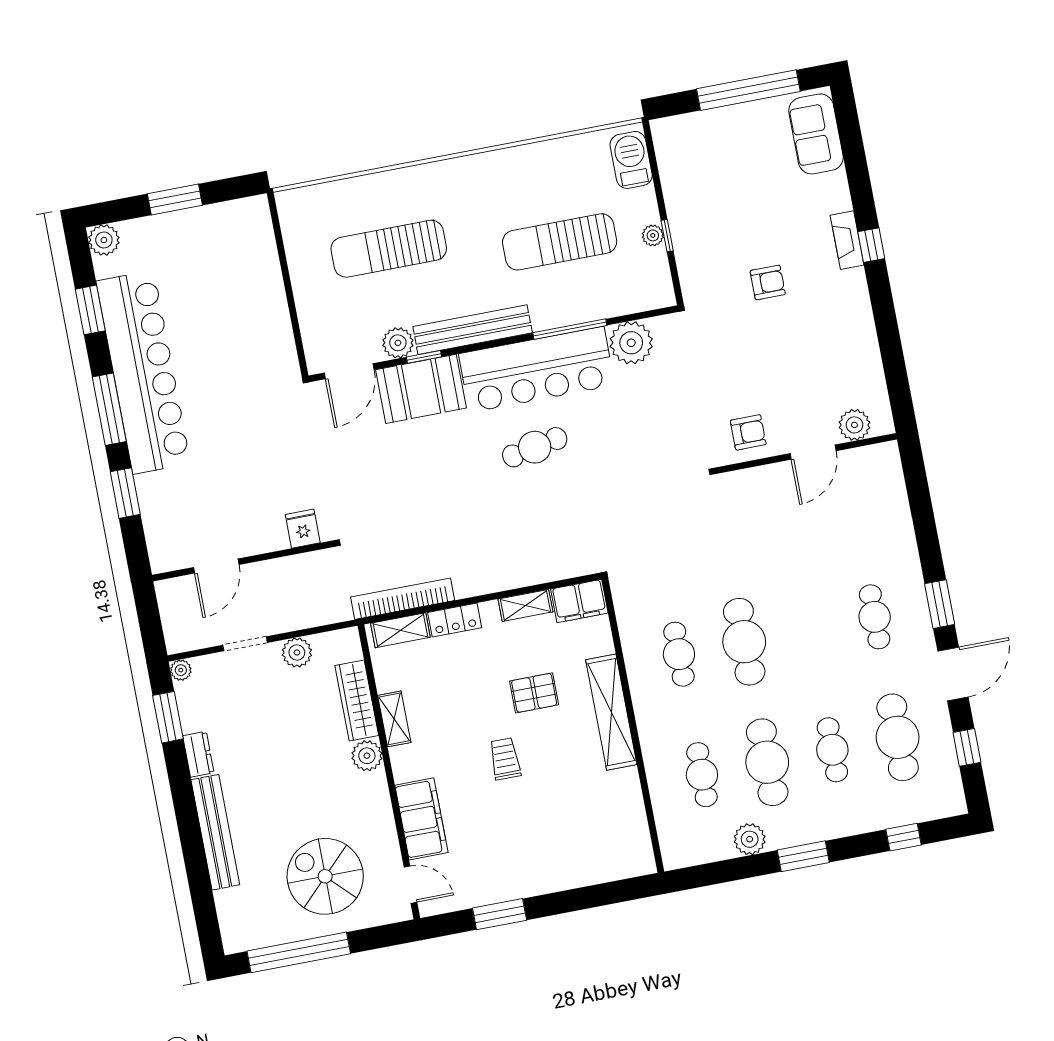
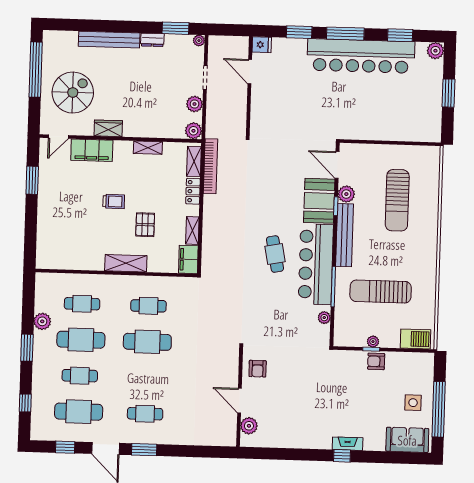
side table: (747, 139) -> (413, 403), added
sun lounger: (560, 242) -> (381, 291), turned -90
sun lounger: (389, 249) -> (397, 200), turned 180
armchair: (768, 282) -> (376, 361), moved, turned 90
plant: (631, 343) -> (324, 318), width x0.53, depth x0.53
fridge: (303, 529) -> (262, 45), moved
wardrobe: (357, 700) -> (108, 128), moved, width x0.67
shelving: (611, 712) -> (126, 263), width x0.68
plant: (367, 756) -> (193, 131), moved

